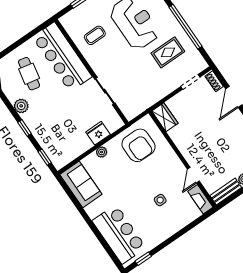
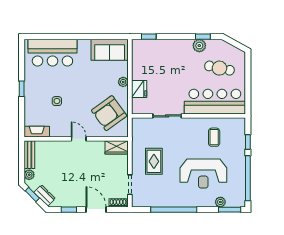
rug: (168, 52) -> (154, 161), moved
window: (25, 128) -> (203, 37), moved
armchair: (139, 145) -> (109, 113), turned -36
door: (193, 175) -> (79, 139), moved
window: (143, 259) -> (22, 89), moved

